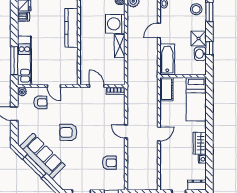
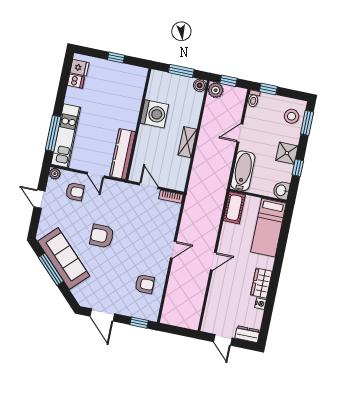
washing machine: (115, 24) -> (154, 114), moved, turned 180
kitchen counter: (71, 28) -> (123, 154), moved
washbasin: (200, 54) -> (281, 190), moved
door: (126, 131) -> (173, 250), swing flipped

